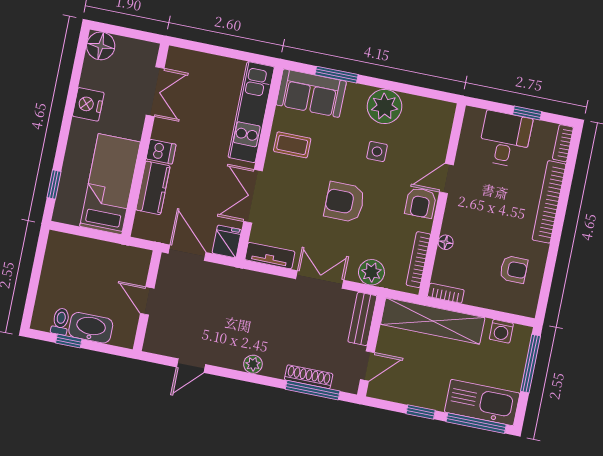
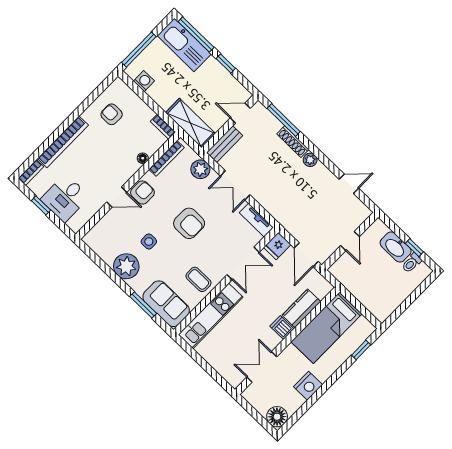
shelving: (433, 321) -> (191, 123), width x0.68
shoe rack: (309, 377) -> (293, 142), moved

